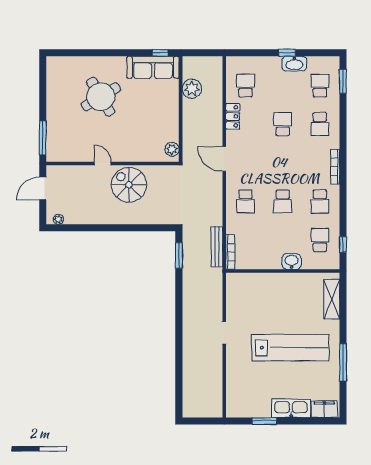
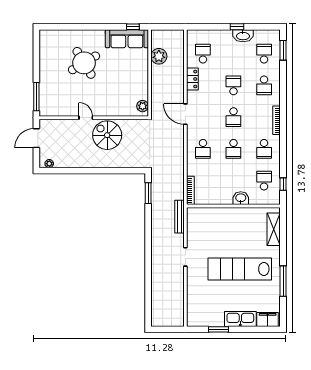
school desk: (283, 163) -> (233, 117), added
bench: (217, 247) -> (179, 217), moved
lab bench: (290, 348) -> (240, 269), turned 180

